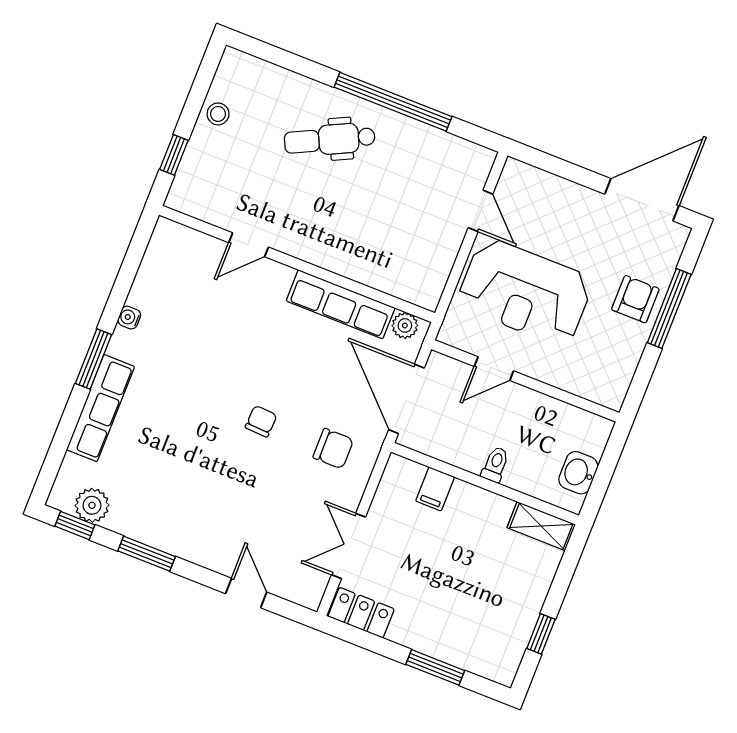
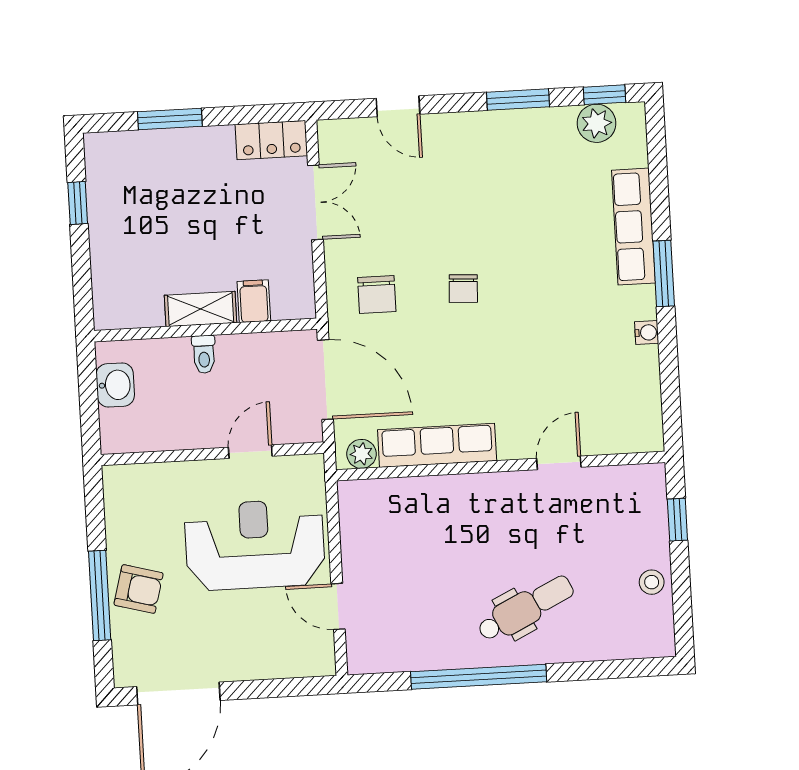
armchair: (635, 299) -> (139, 589), turned -75
chair: (333, 449) -> (377, 295), turned -90
shelving: (541, 526) -> (201, 309), moved

